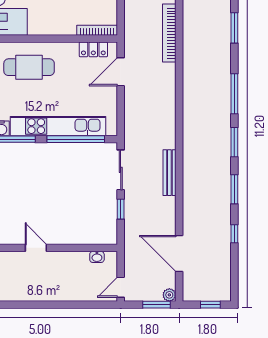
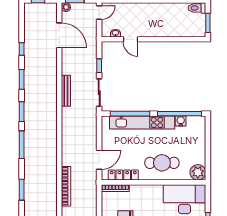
locker: (93, 49) -> (123, 175), width x1.53
door: (36, 248) -> (130, 39), moved

